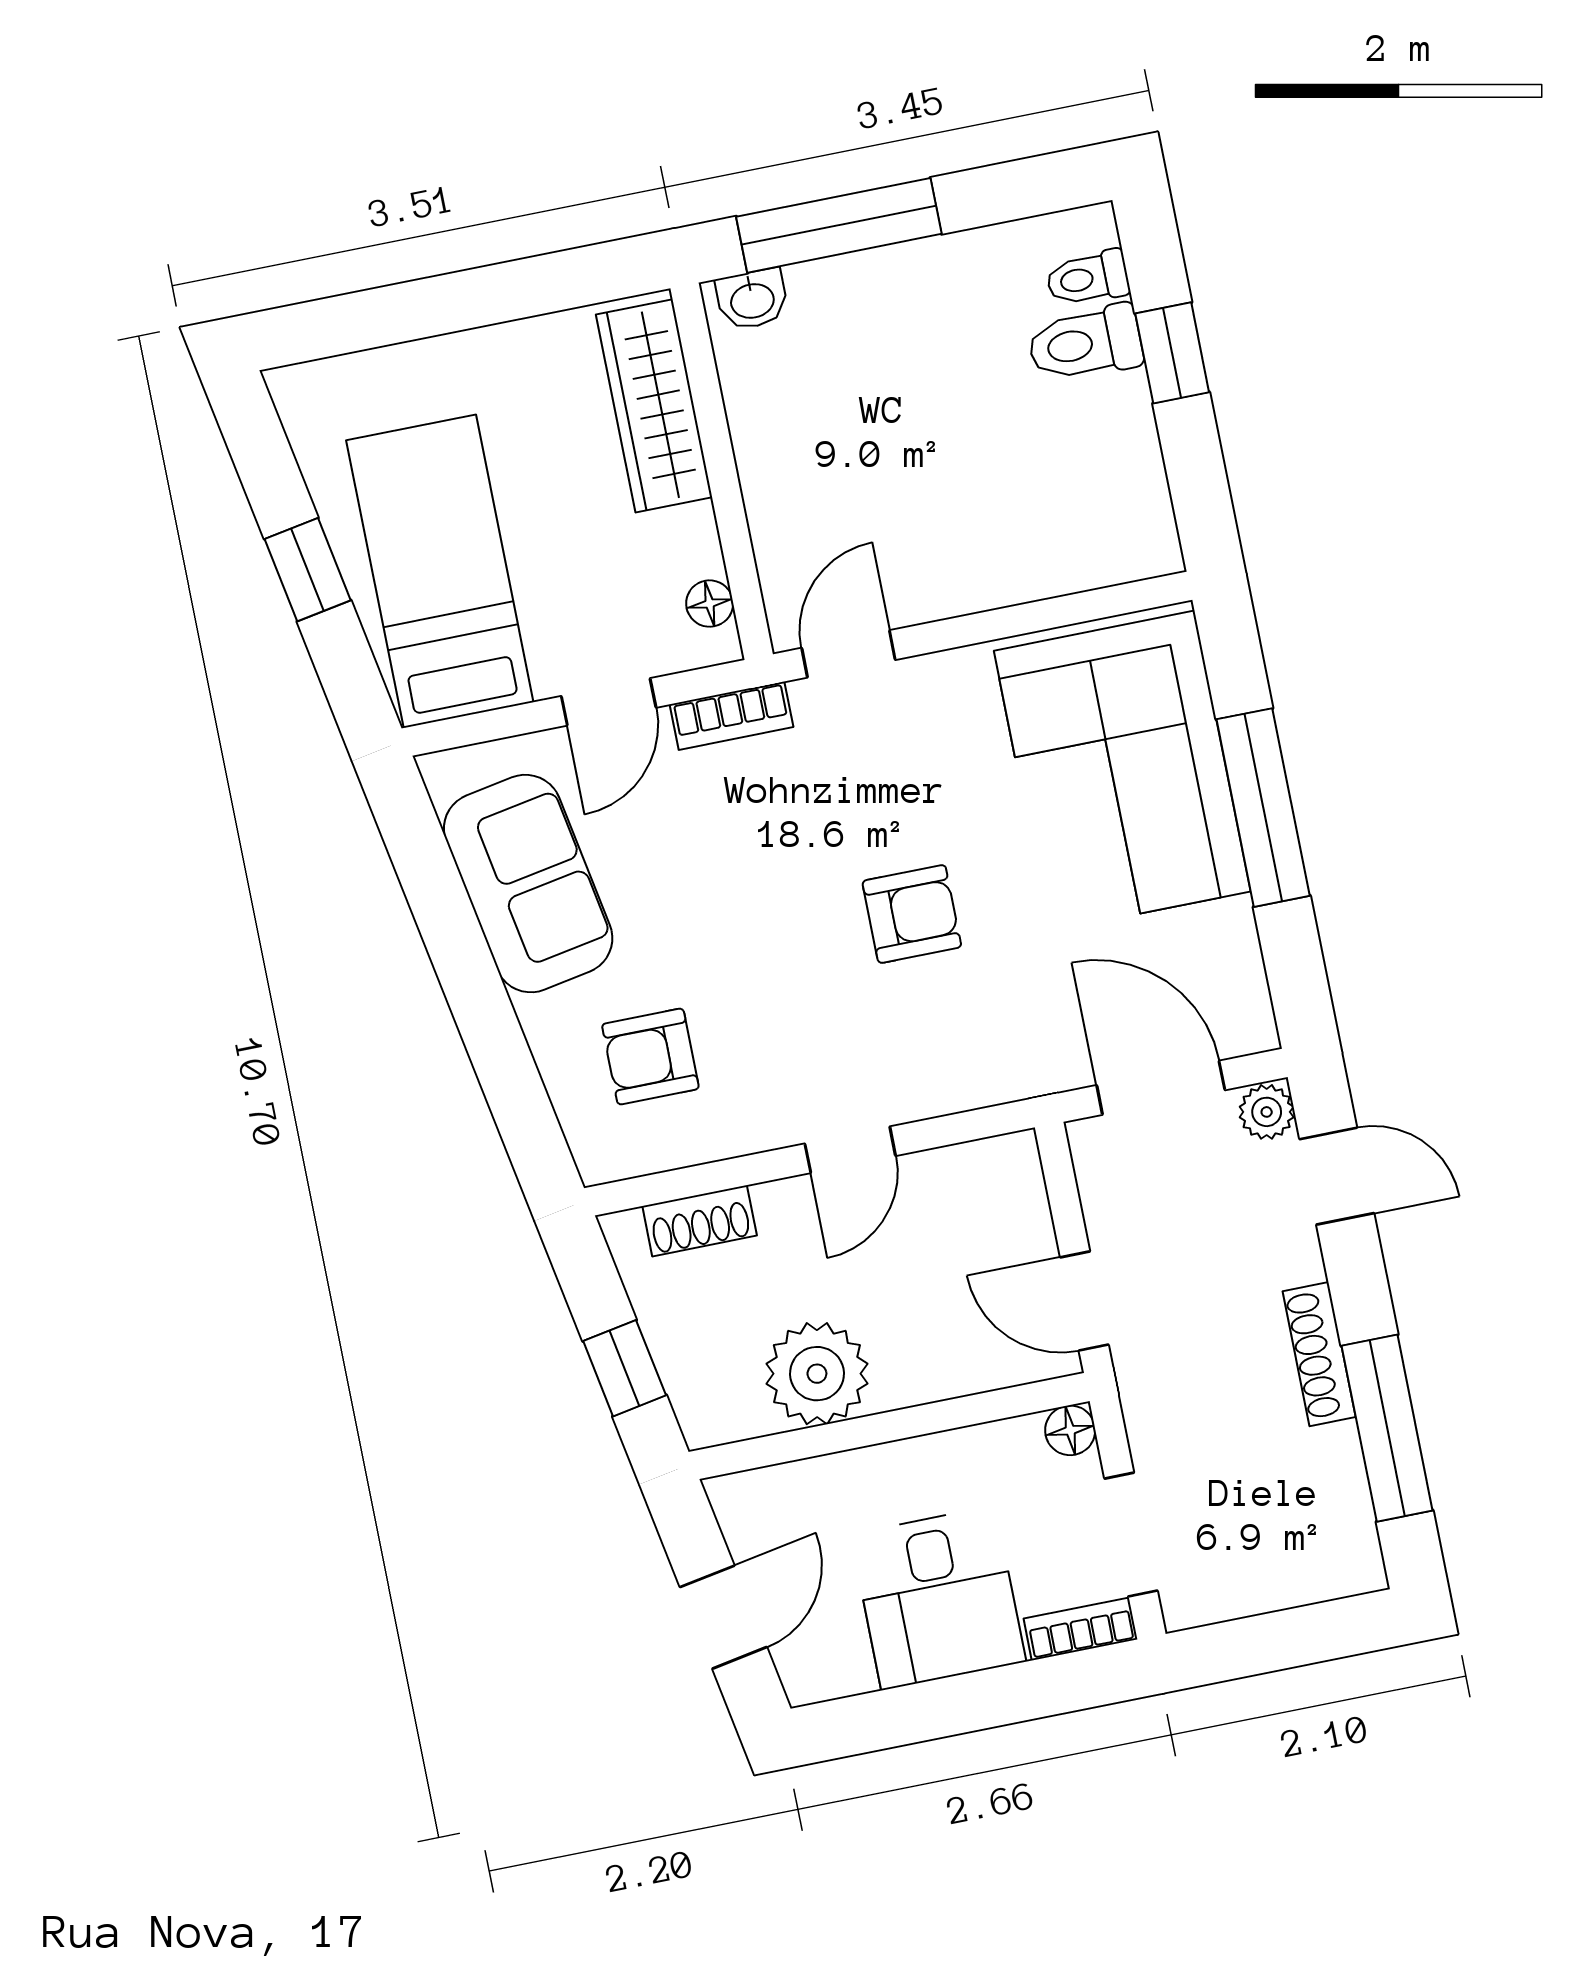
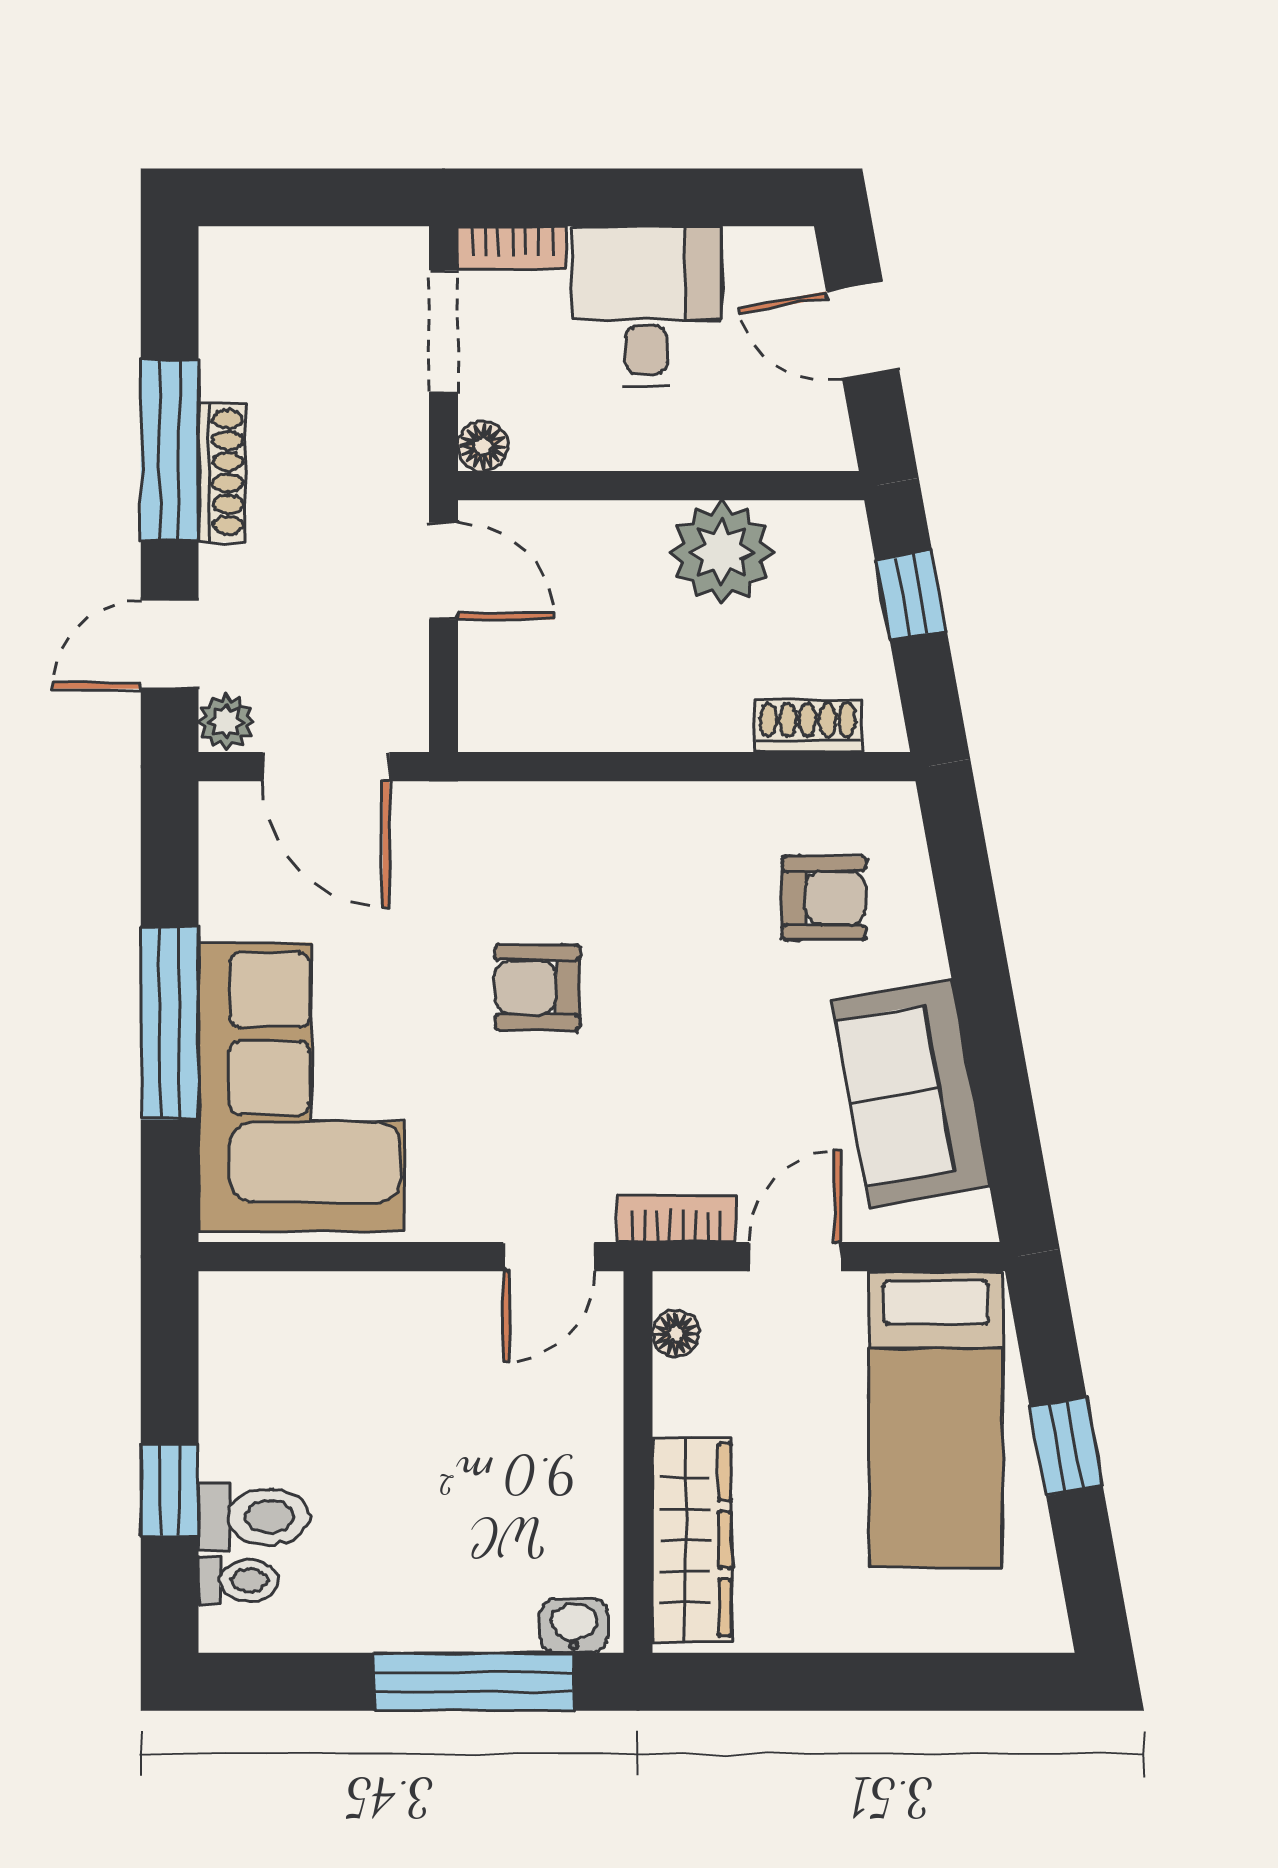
door: (850, 1150) -> (645, 767), removed
door: (1337, 1176) -> (170, 645), hinge flipped
window: (1387, 1428) -> (170, 450), moved
door: (723, 1617) -> (862, 330), hinge flipped

